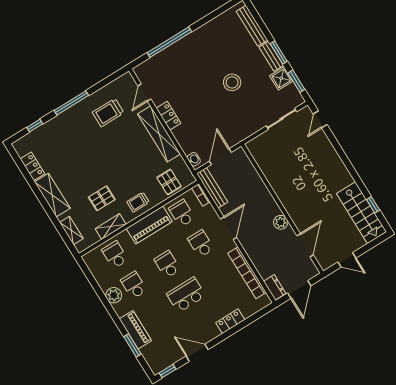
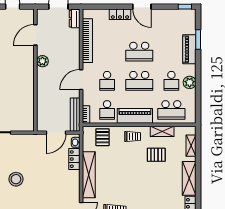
locker: (168, 116) -> (74, 159), moved
school desk: (115, 255) -> (171, 110), width x1.85
school desk: (167, 264) -> (139, 81), width x1.85
door: (197, 353) -> (142, 7), moved

